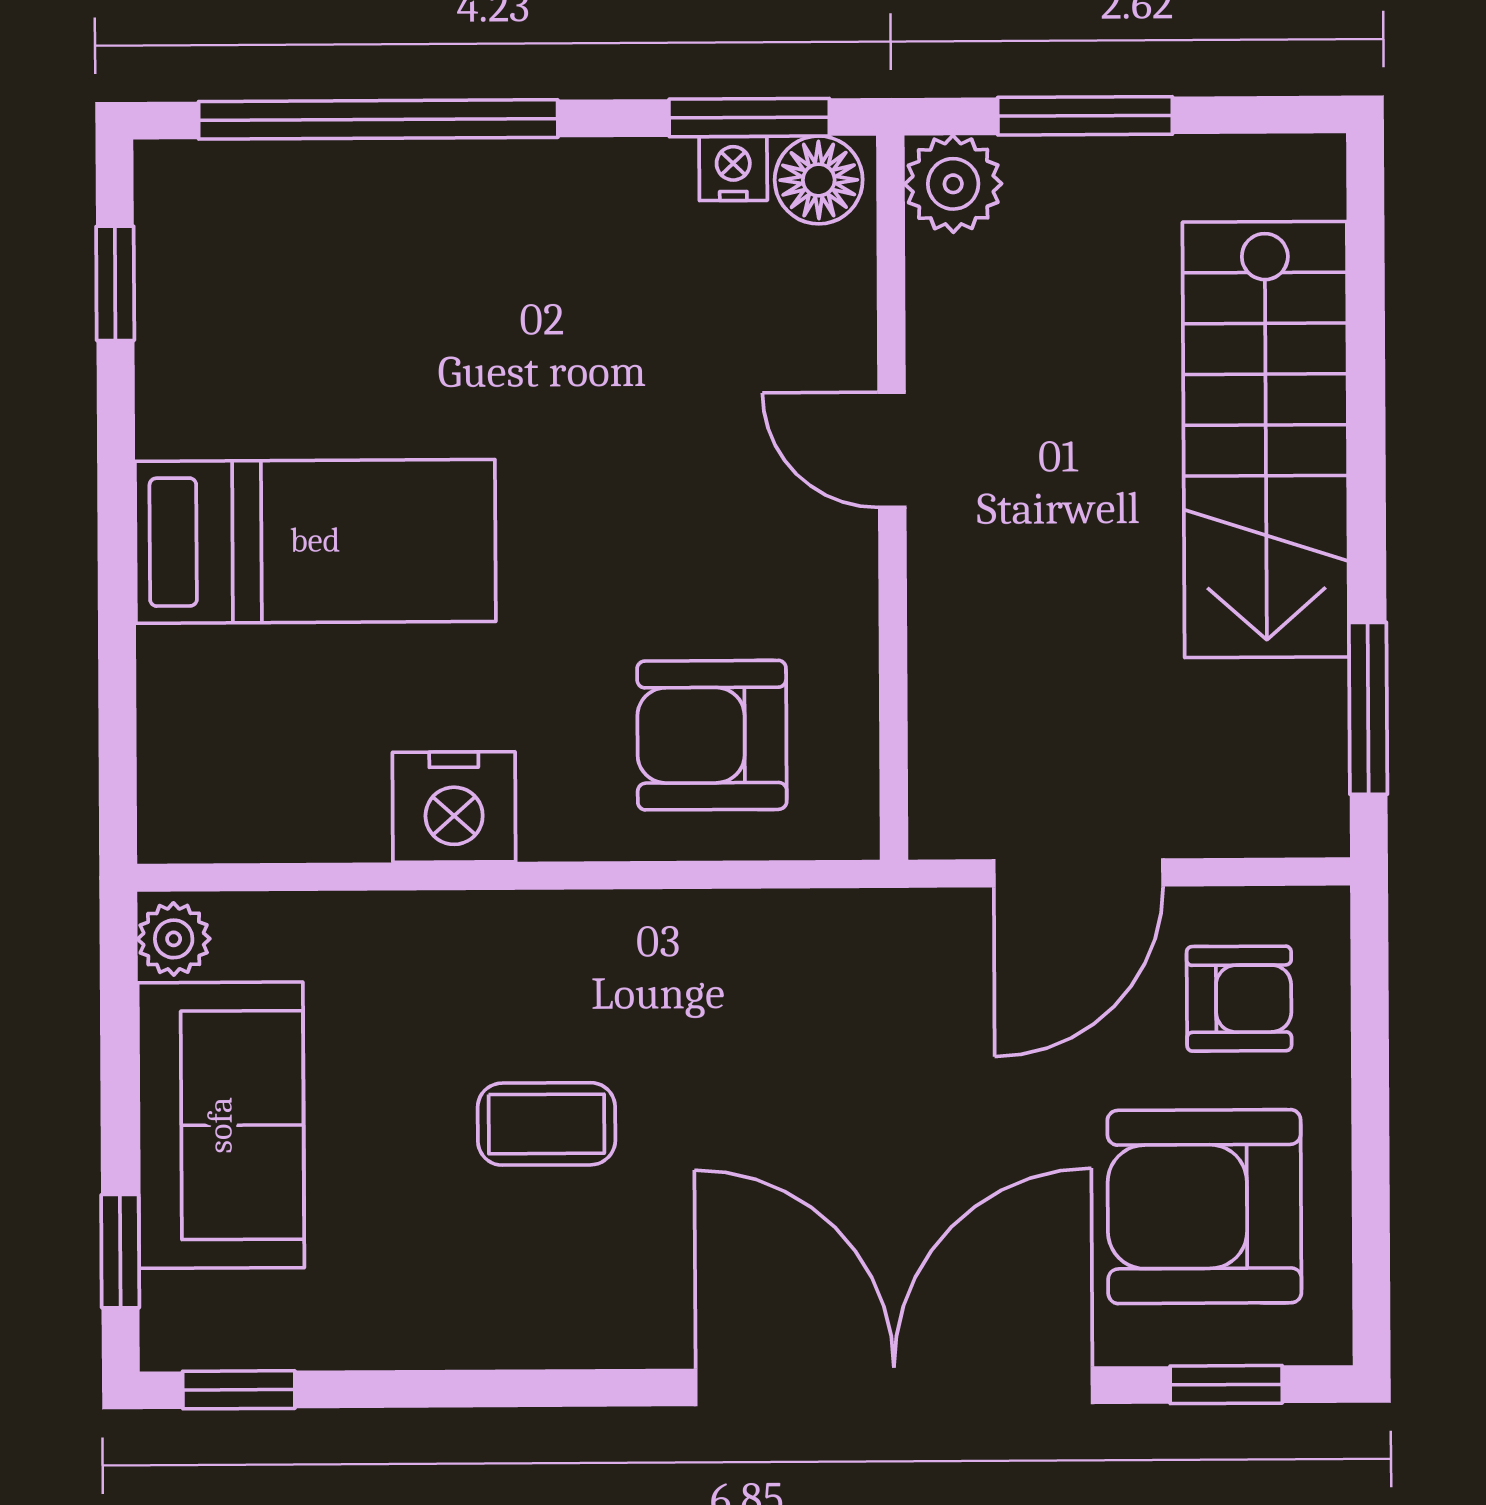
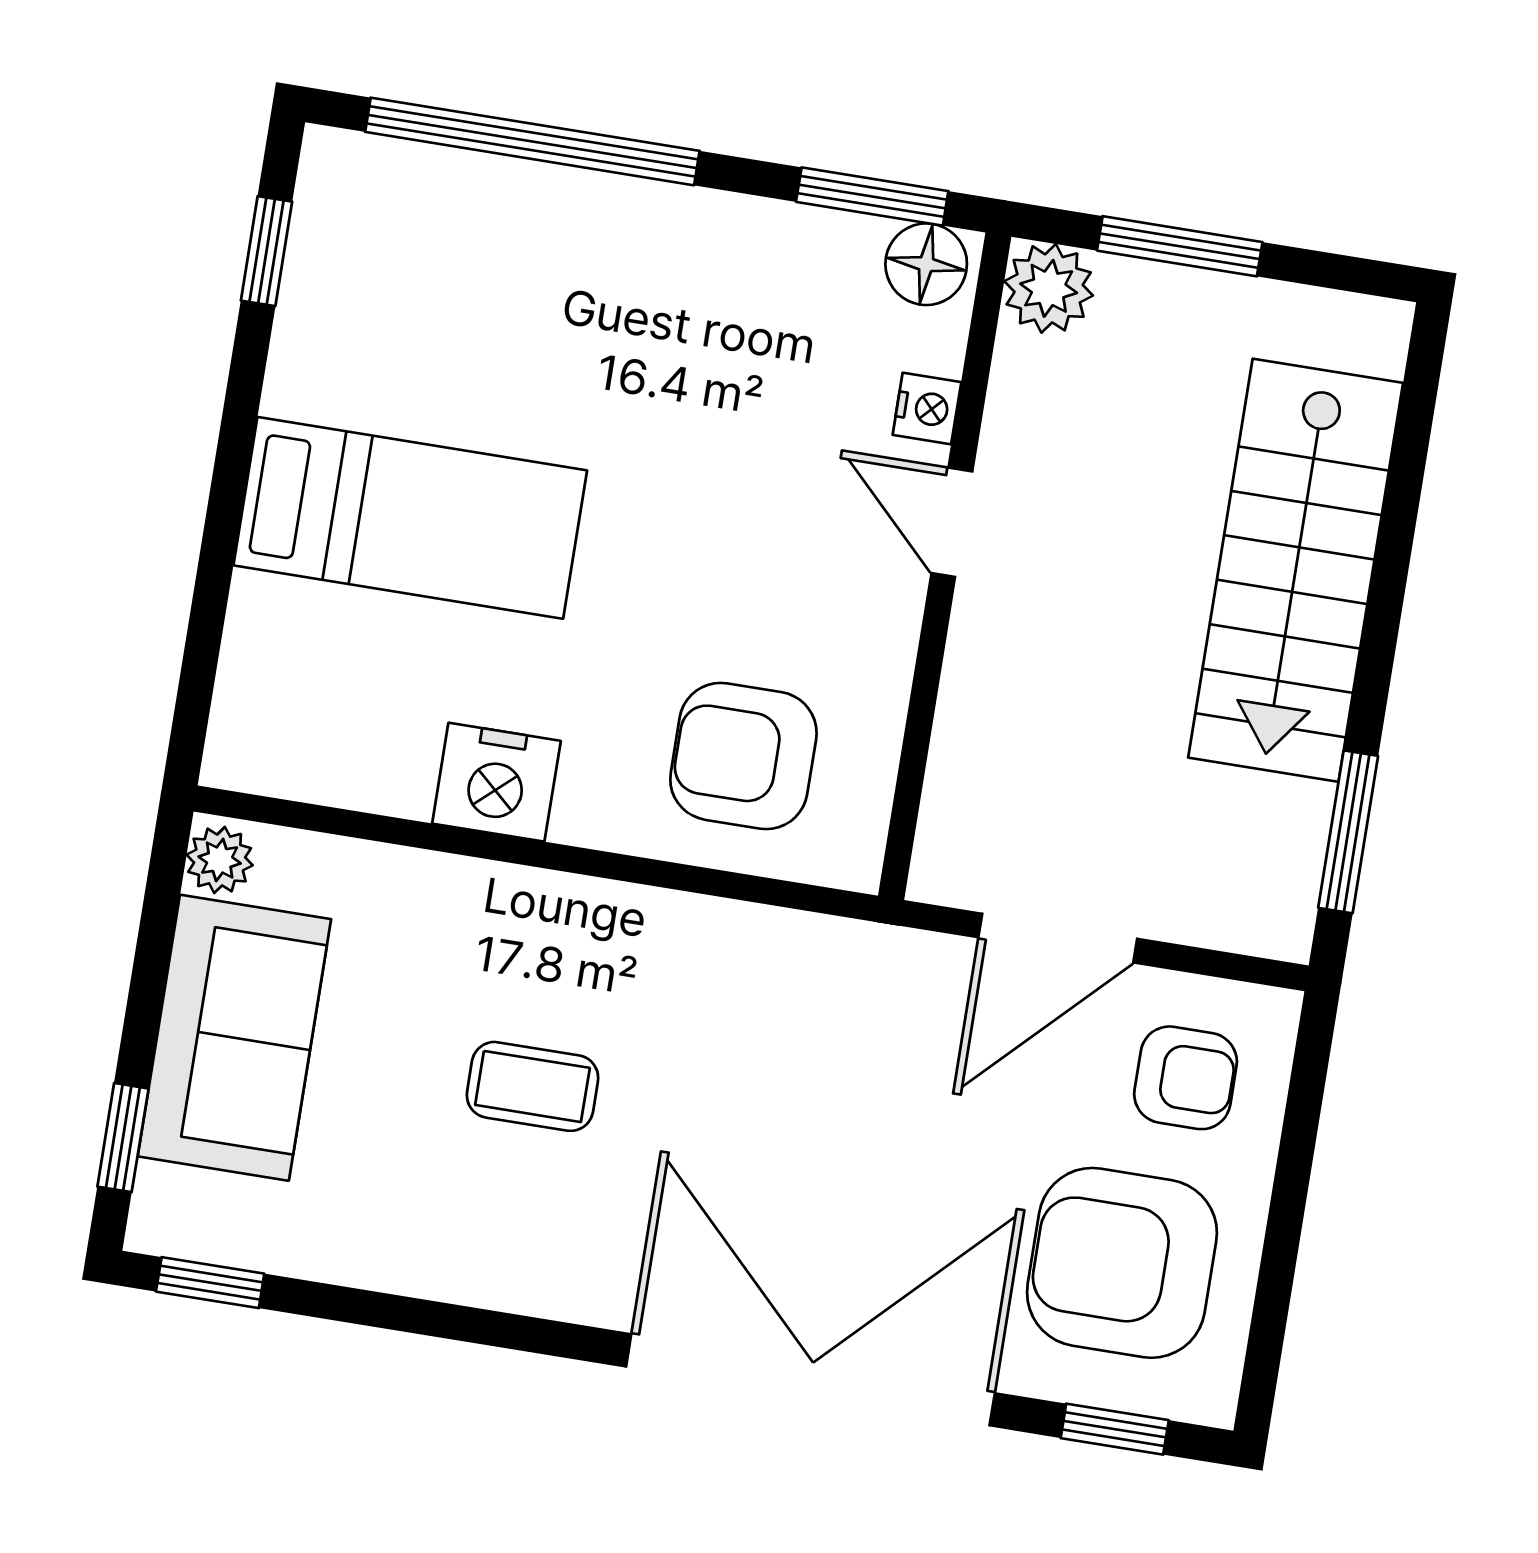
nightstand: (733, 168) -> (927, 409), moved, turned 90

